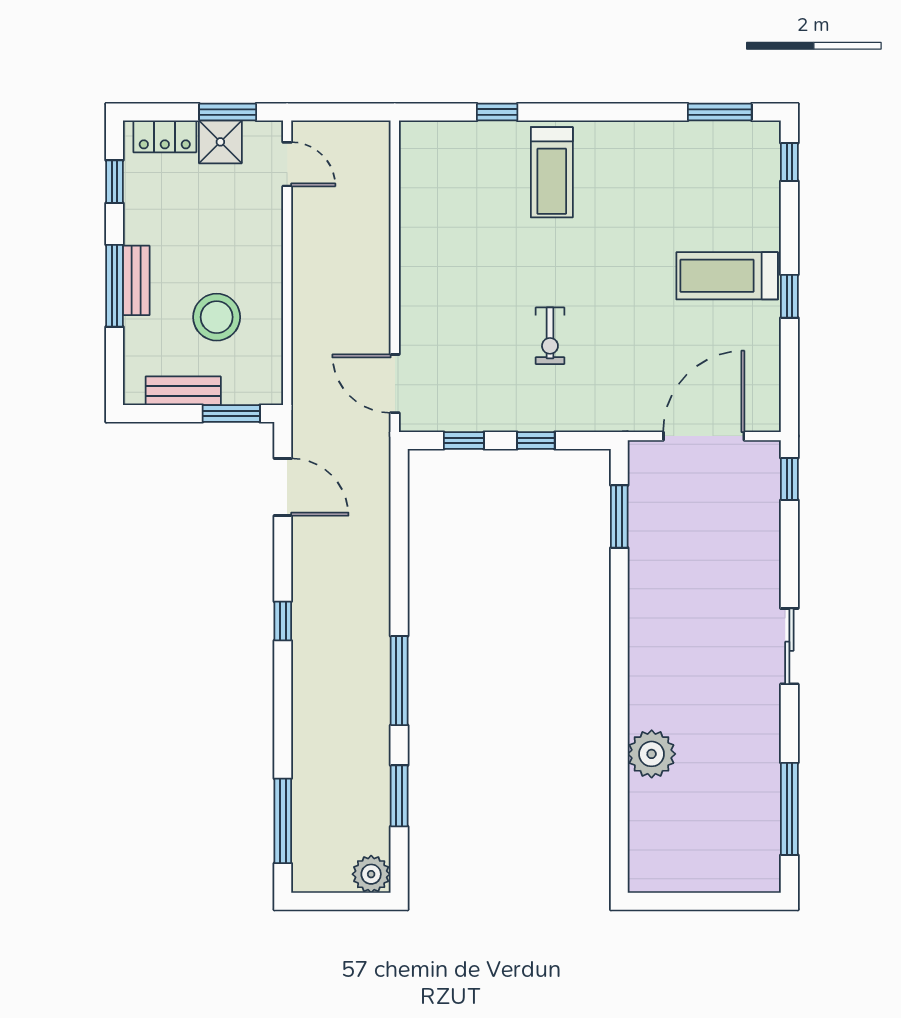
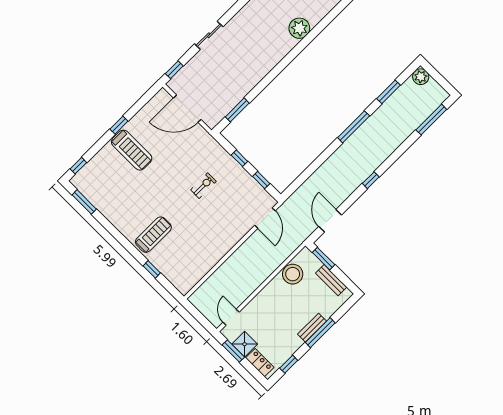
stool: (217, 317) -> (293, 274), moved
sliding door: (789, 646) -> (209, 35), moved

